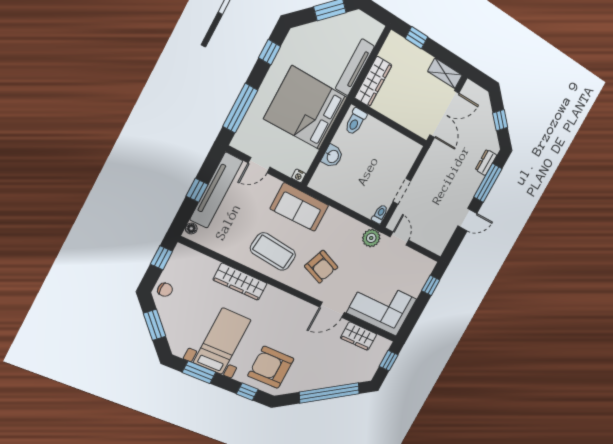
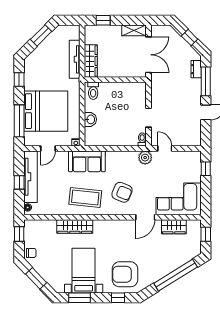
bed: (306, 108) -> (46, 111), moved, turned 180

